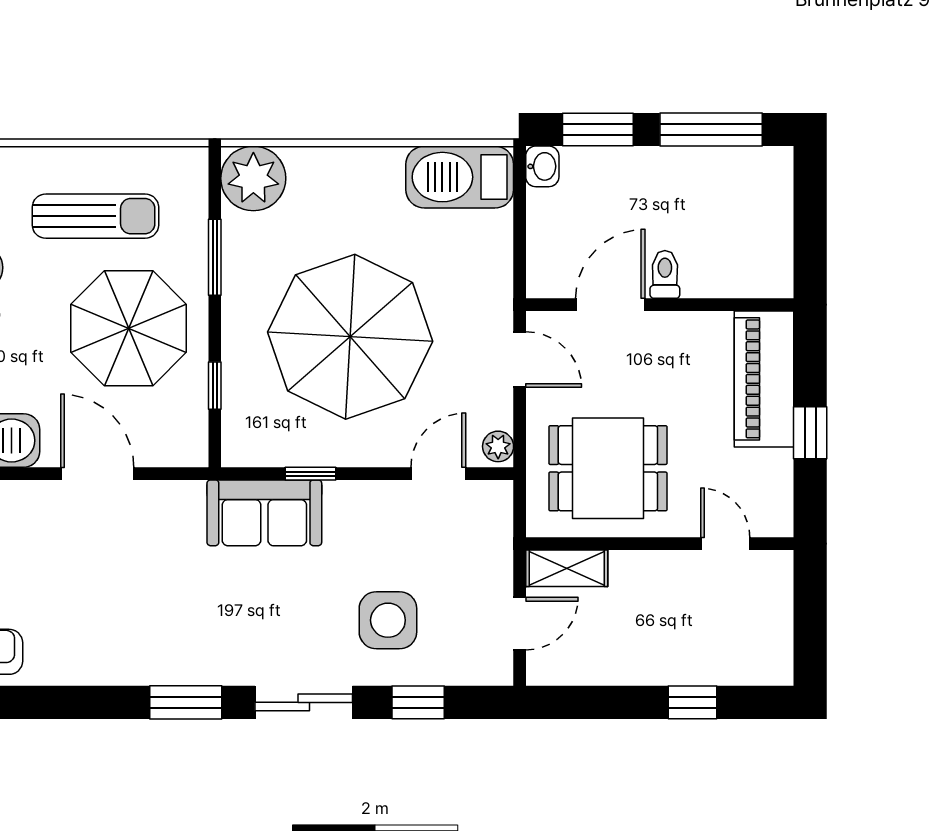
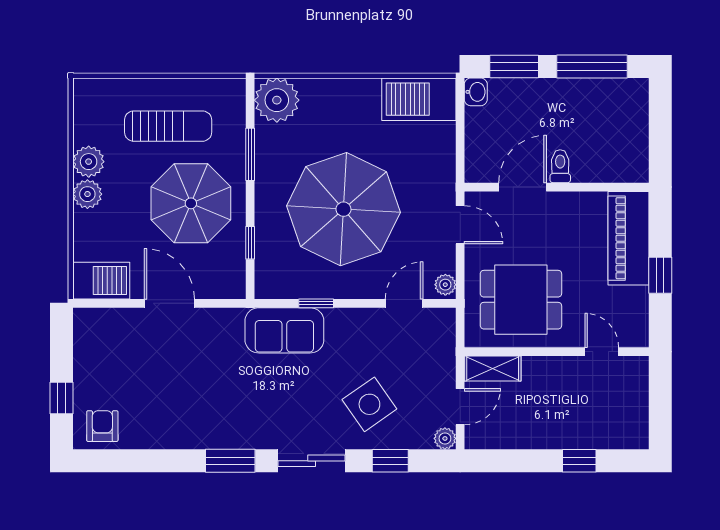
side table: (388, 620) -> (369, 404), turned -35
plant: (498, 670) -> (445, 438), added

